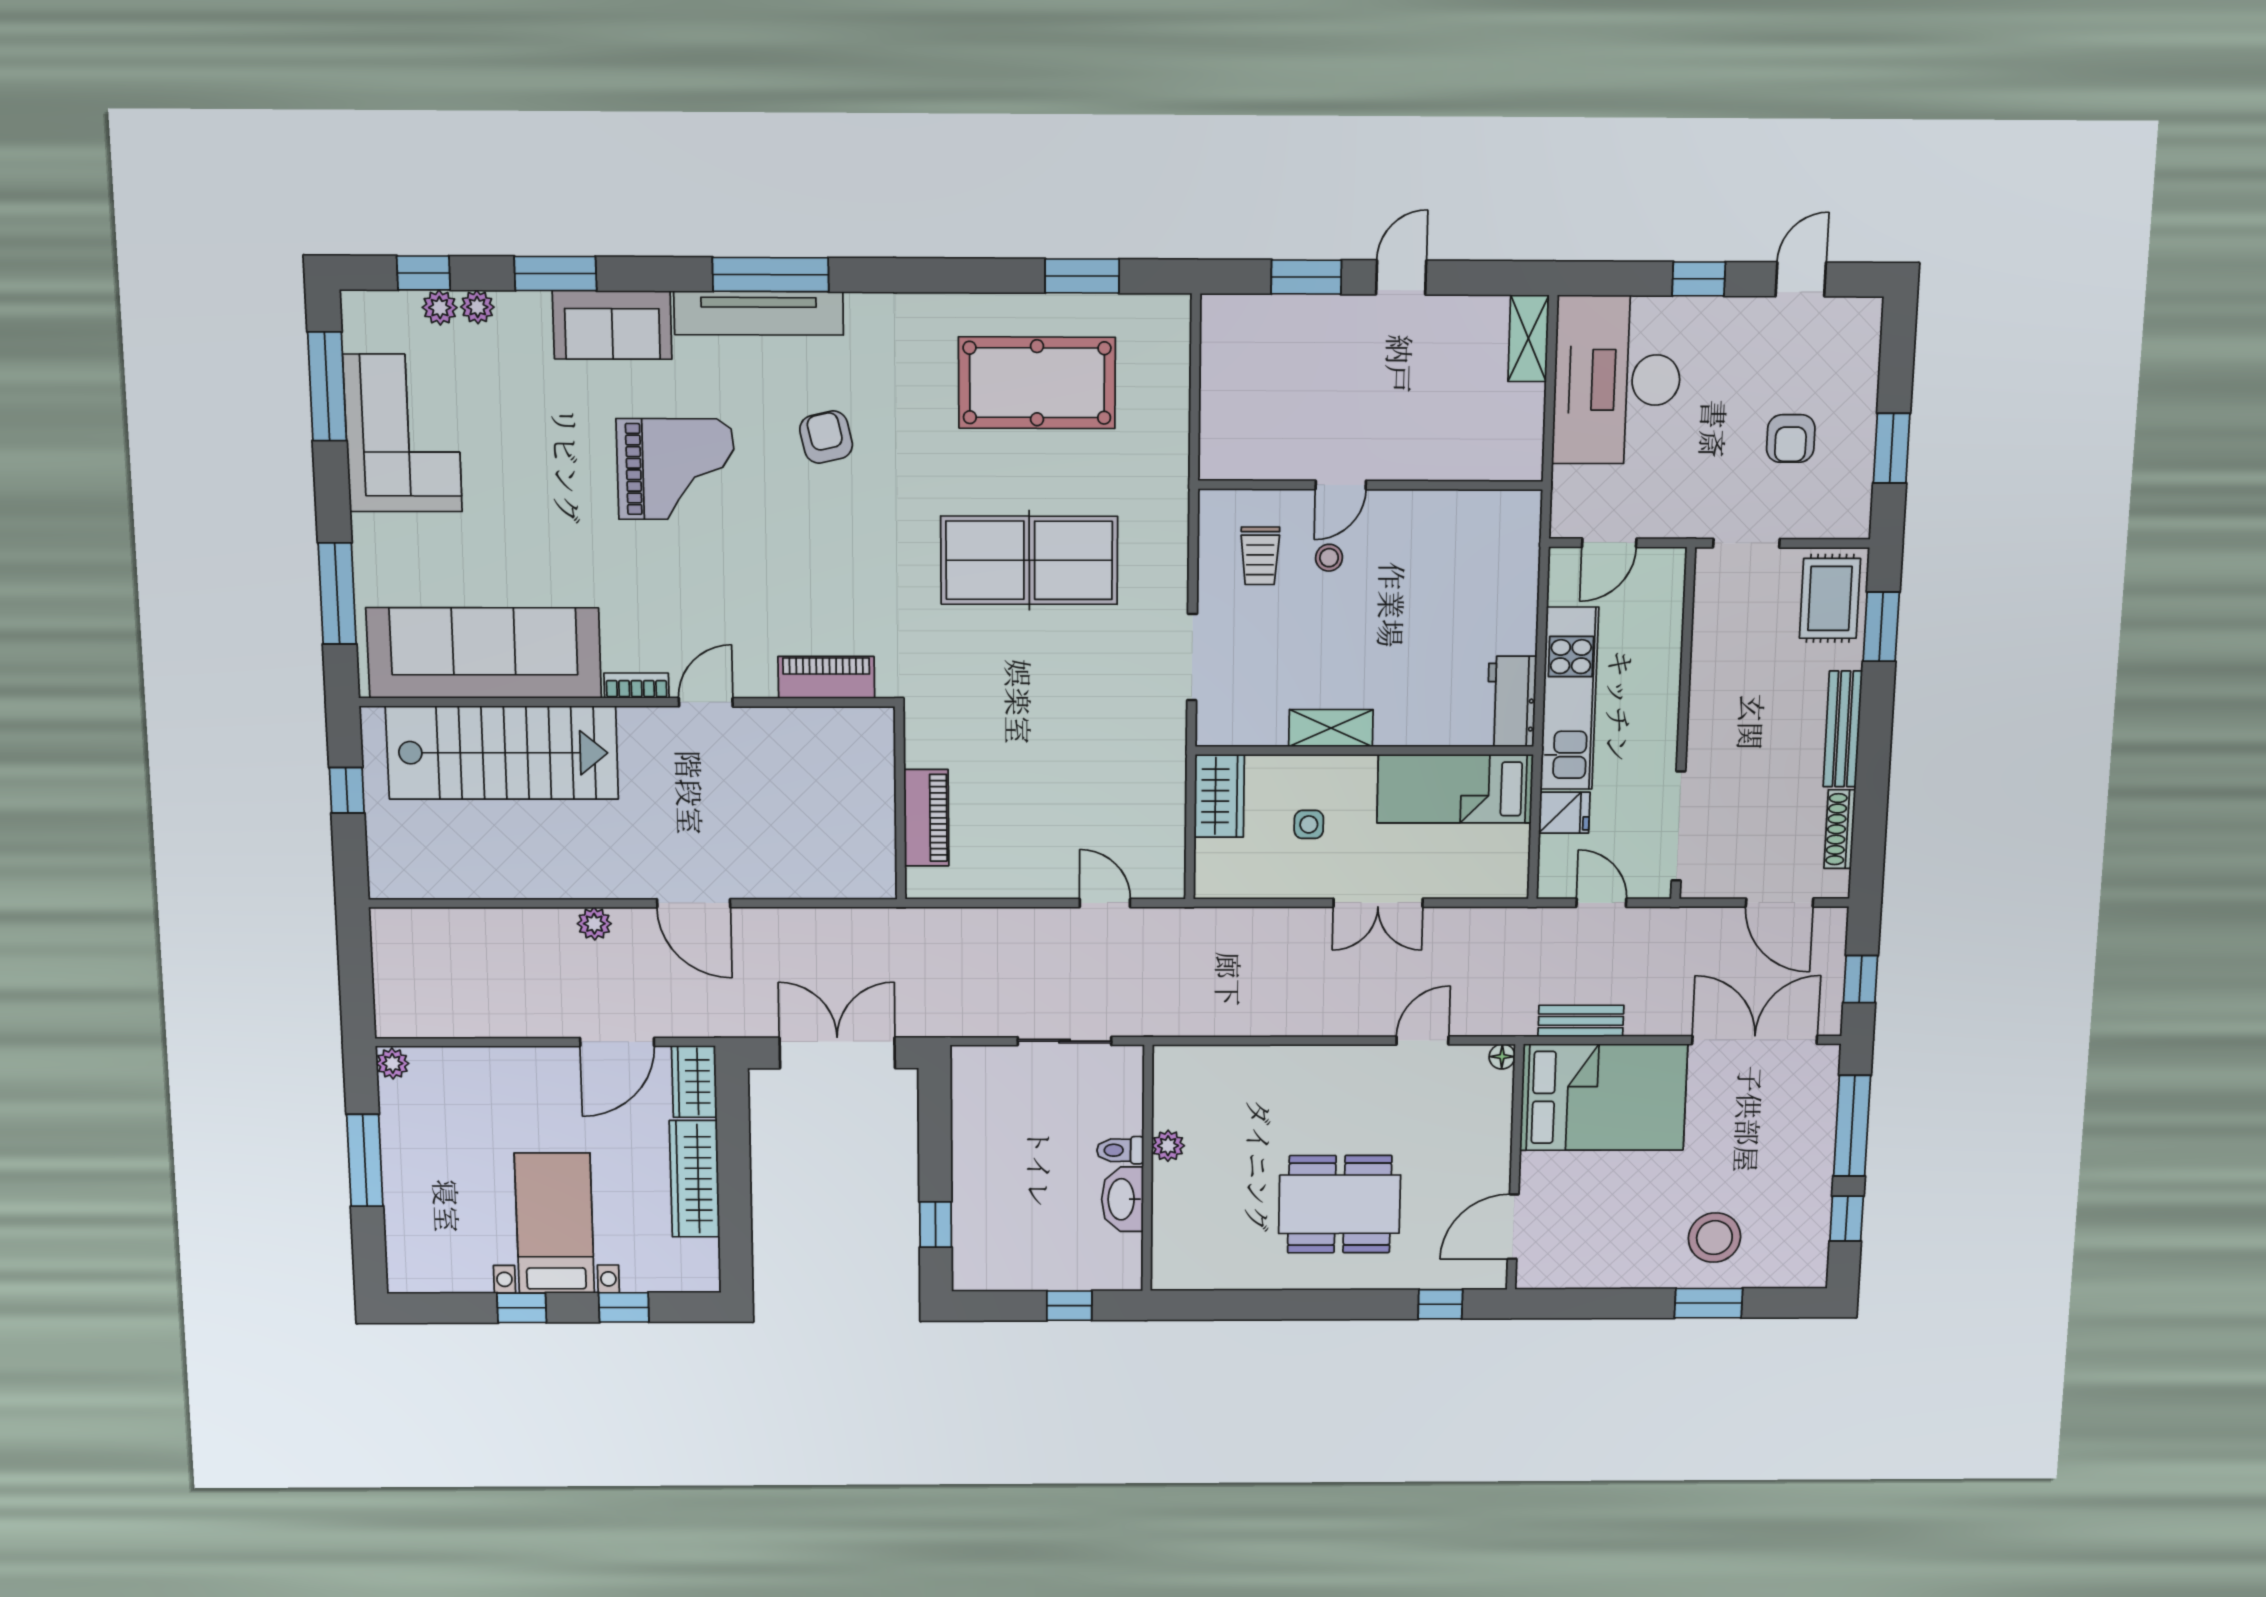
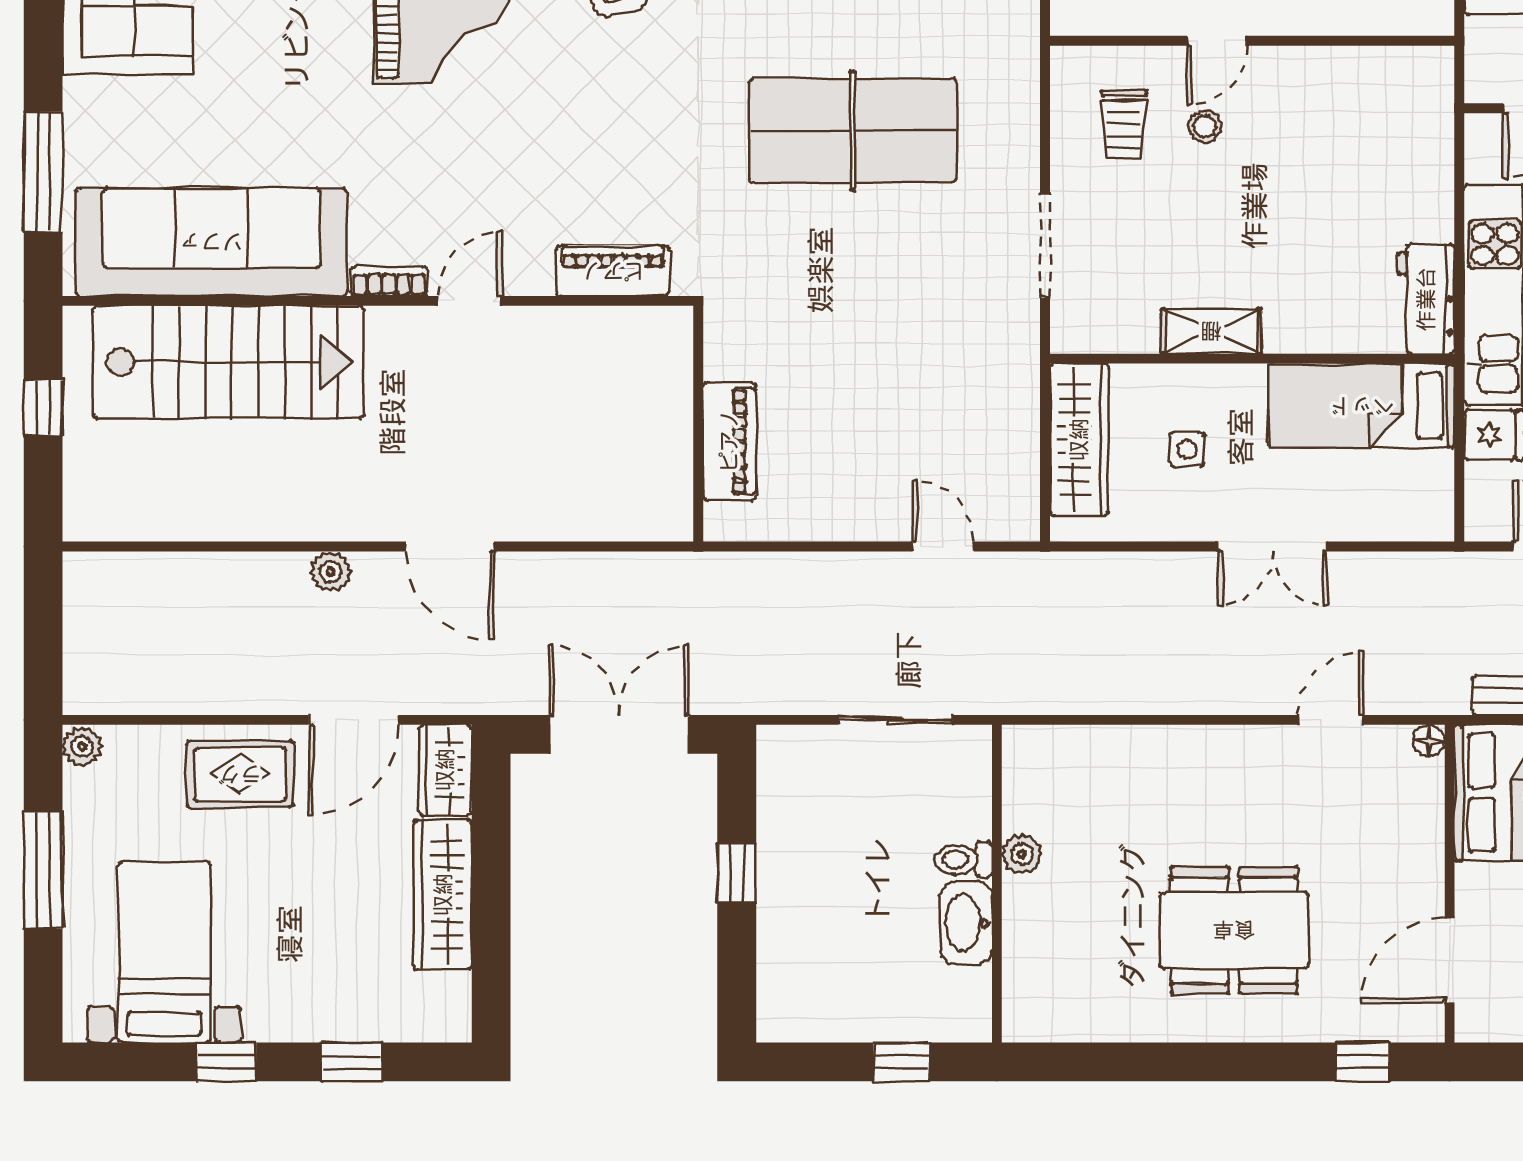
wardrobe: (1219, 796) -> (1079, 440), width x1.50
rug: (524, 1085) -> (240, 774), added
bed with nightstands: (555, 1223) -> (164, 952), moved
window: (936, 1225) -> (737, 874), moved

